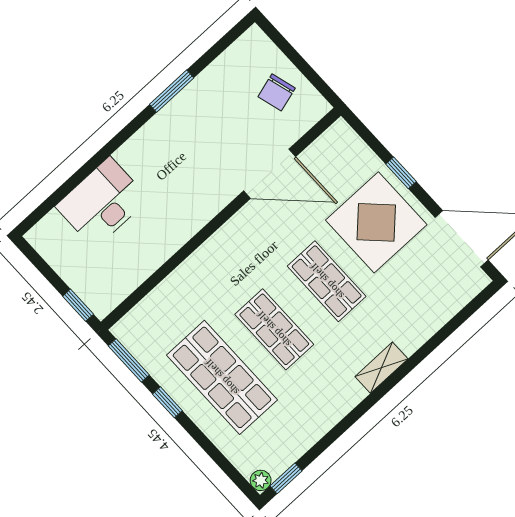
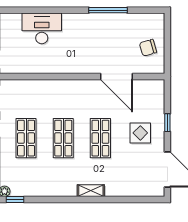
window: (172, 91) -> (108, 10), width x1.44
display table: (376, 222) -> (140, 133), width x0.54, depth x0.54
shop shelf: (222, 377) -> (26, 138), width x0.70, depth x0.74

